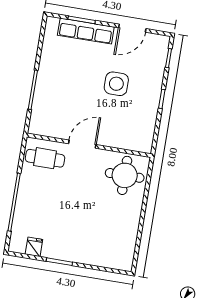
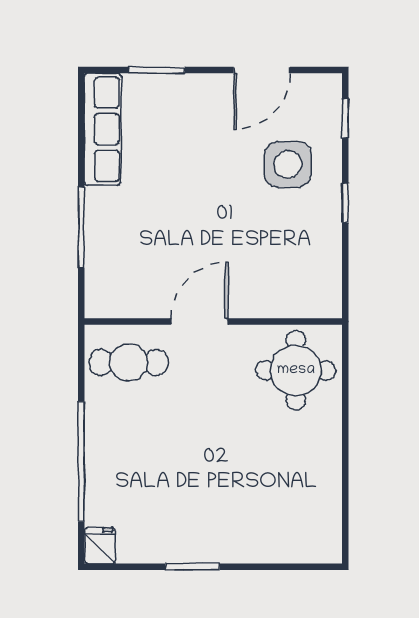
row of seats: (86, 31) -> (102, 129), moved, turned -90
side table: (116, 84) -> (288, 164), moved
fridge: (34, 247) -> (100, 545), moved

